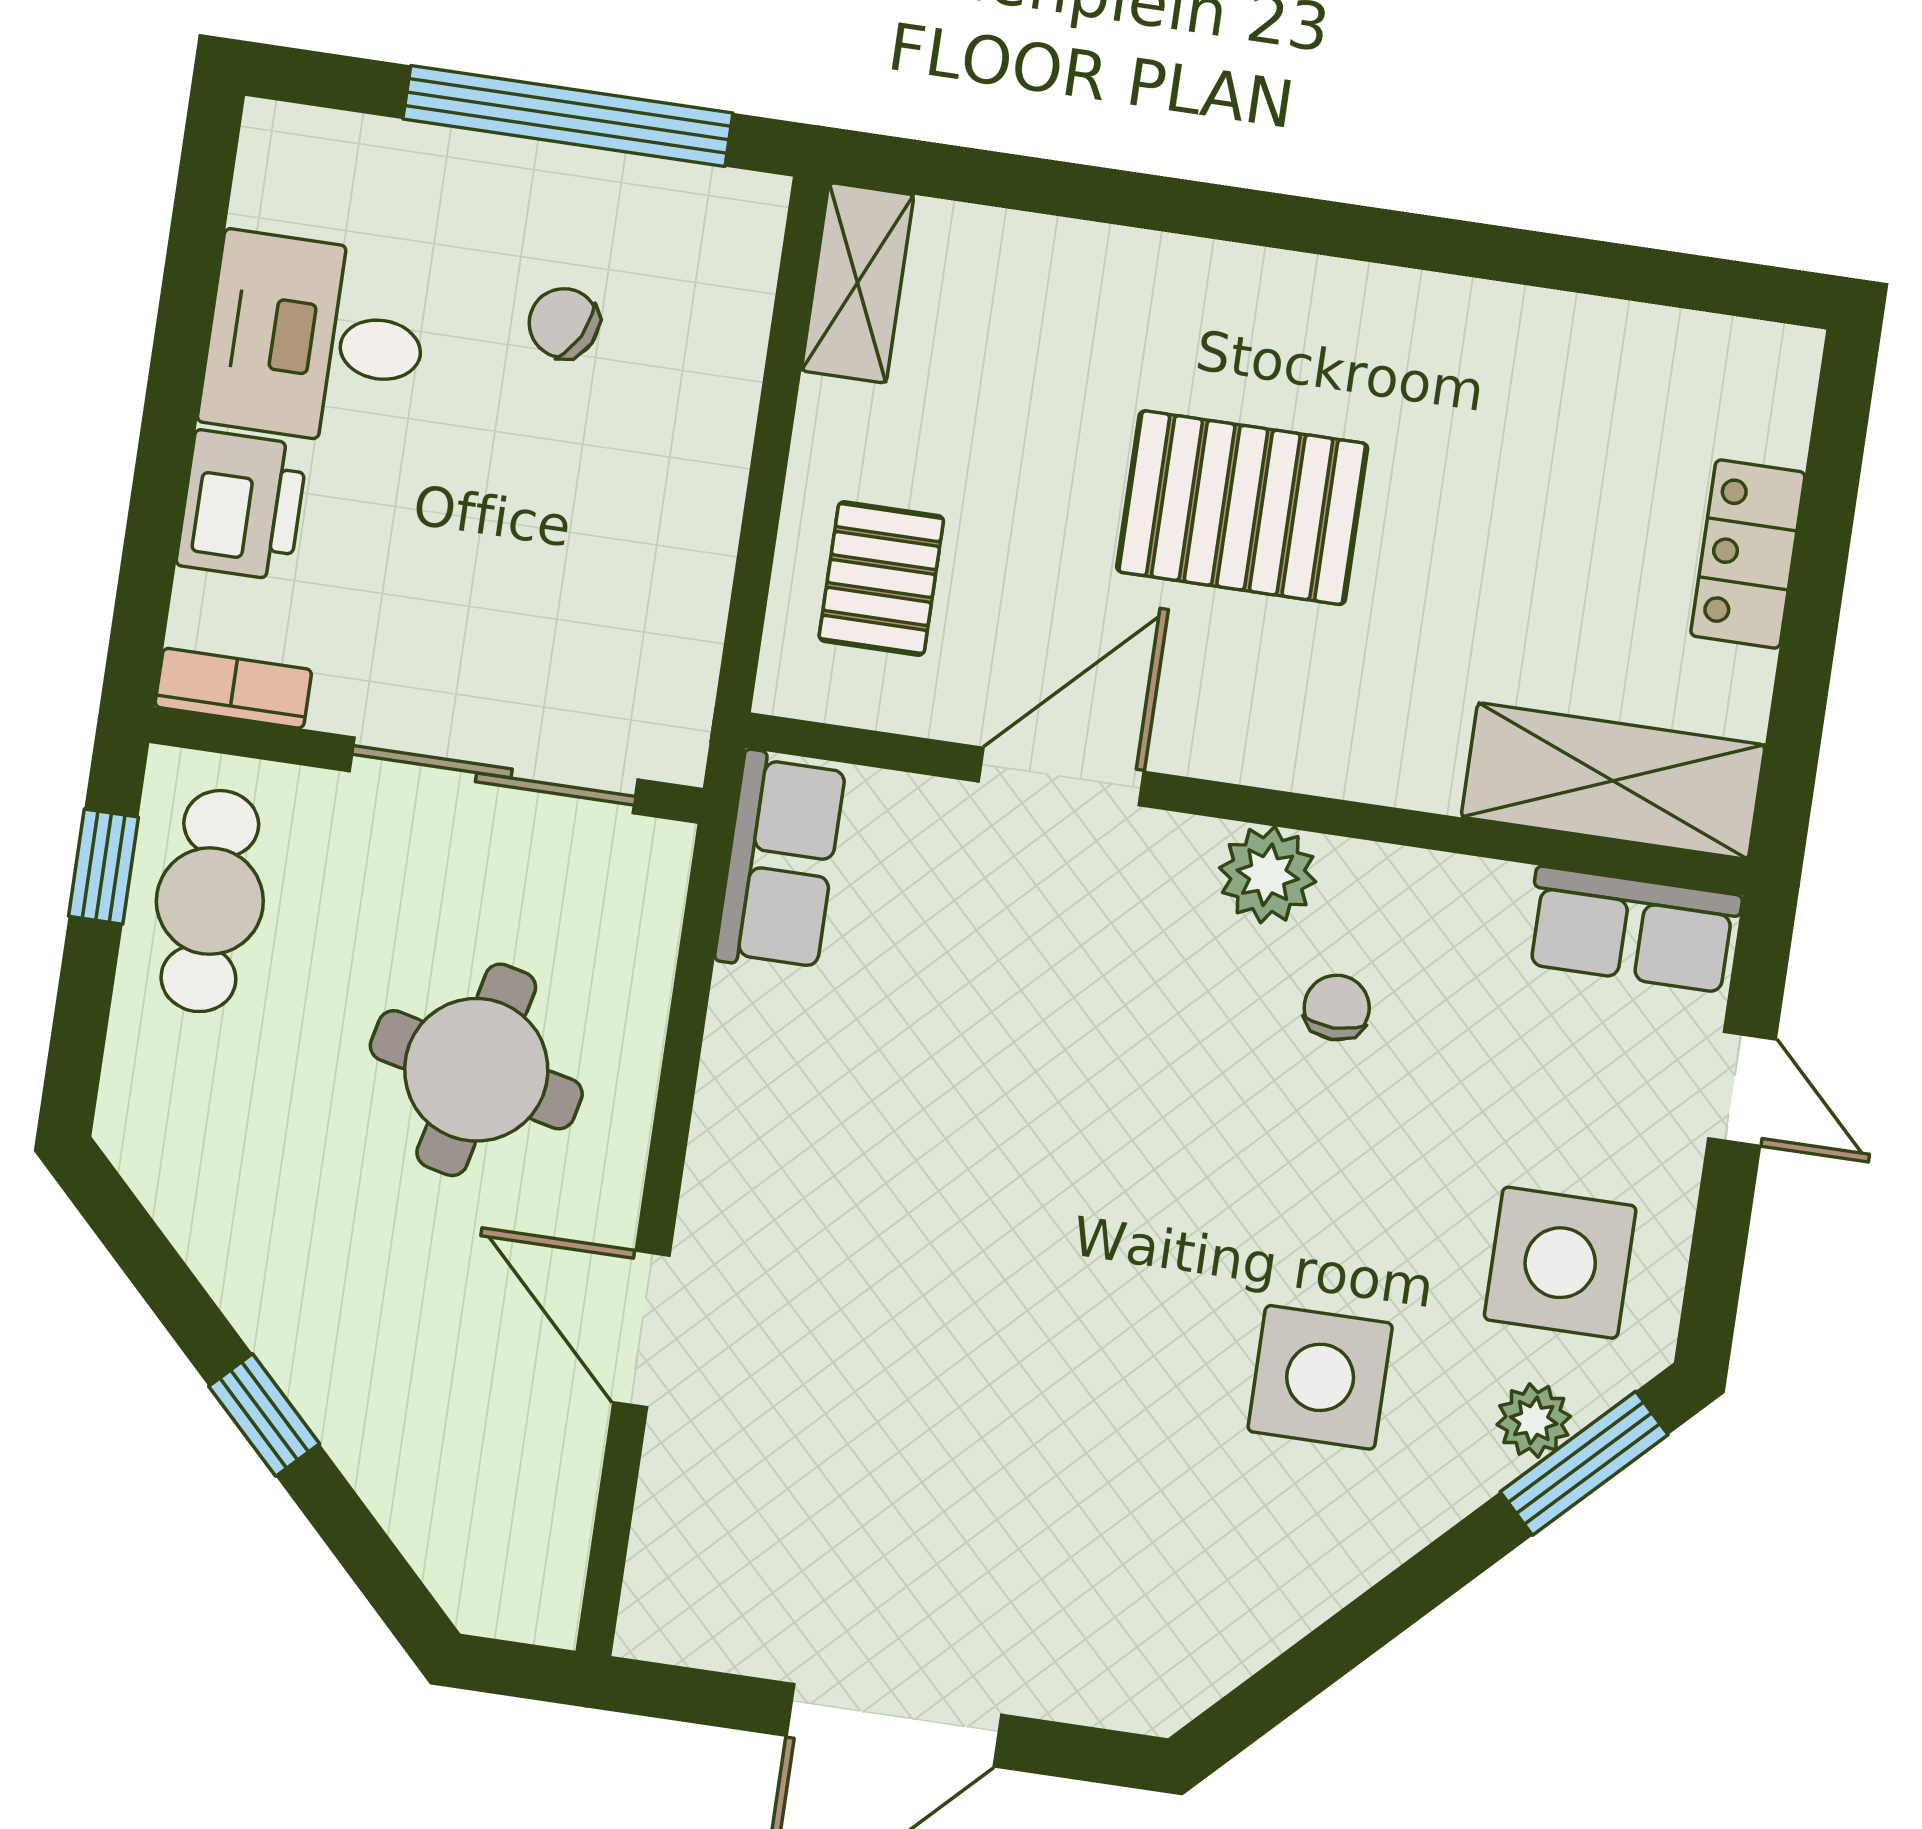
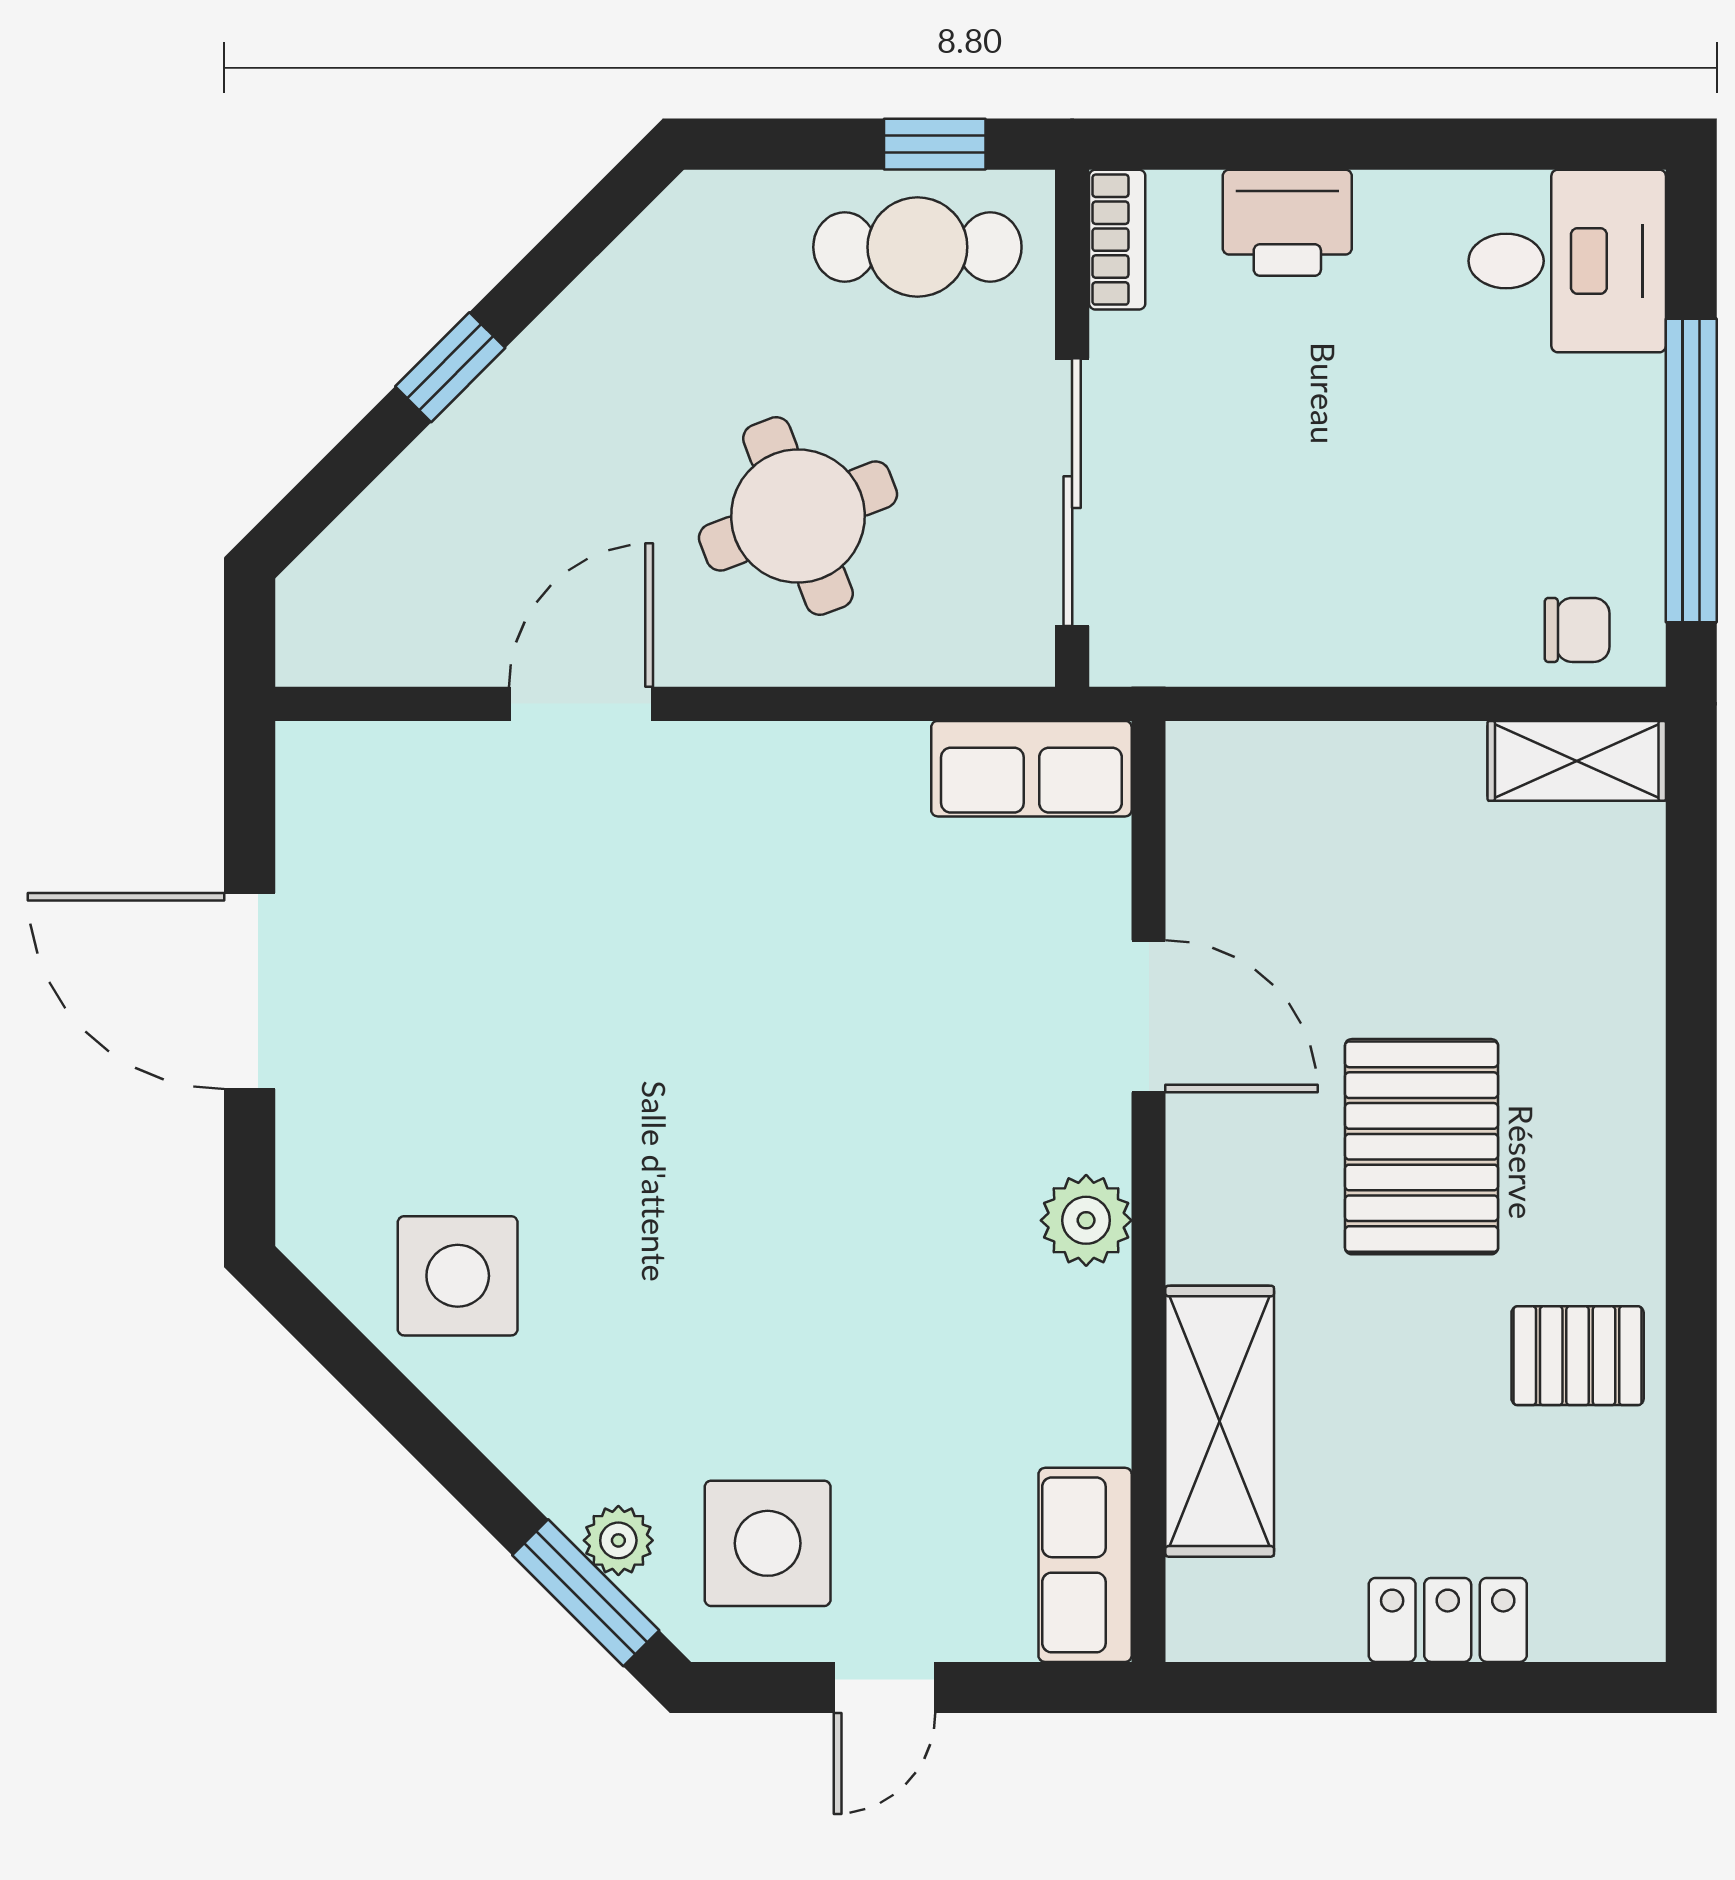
chair: (564, 323) -> (1577, 630), moved, turned 63
desk: (316, 340) -> (1567, 261), moved, turned 90
pallet: (881, 578) -> (1578, 1356), moved
shelving: (1613, 781) -> (1220, 1421), moved
chair: (1337, 1008) -> (973, 1302), removed
round table: (476, 1070) -> (798, 516), turned -34
door: (1742, 1089) -> (884, 1687), moved
side table: (1320, 1377) -> (458, 1276), moved

